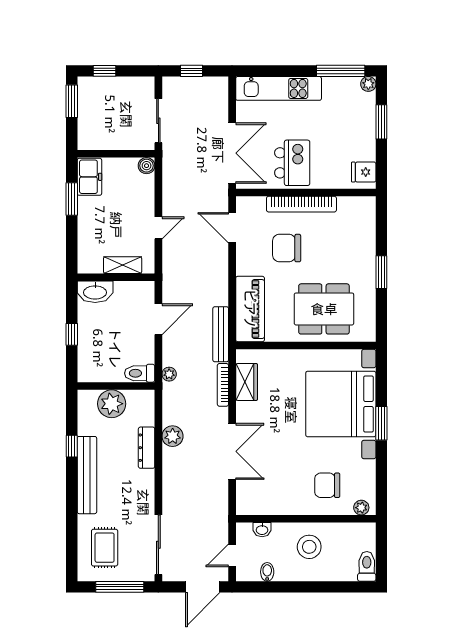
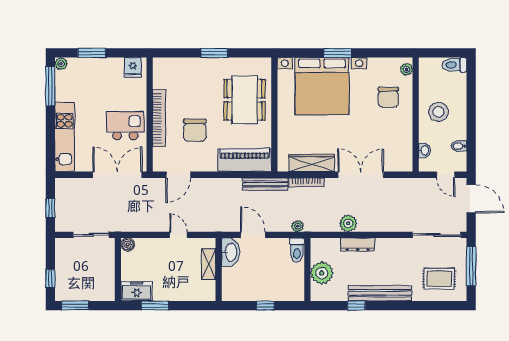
washbasin: (95, 292) -> (231, 252), moved
wardrobe: (247, 382) -> (312, 163), width x1.50

